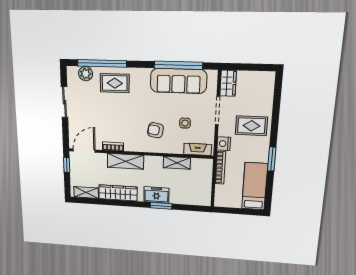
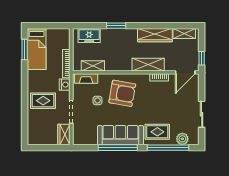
window: (178, 65) -> (118, 148), moved
sofa: (178, 81) -> (120, 135), moved
armchair: (155, 130) -> (122, 93), width x1.88, depth x1.88
window: (272, 159) -> (25, 50), moved
shelving: (177, 163) -> (93, 66), moved
freezer: (156, 195) -> (89, 36), moved

